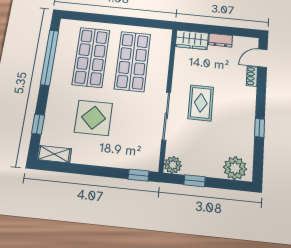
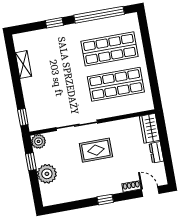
display table: (93, 118) -> (58, 68), removed
window: (38, 124) -> (54, 23), moved
window: (260, 128) -> (105, 200), moved
shelving: (54, 154) -> (23, 64), moved
plant: (235, 168) -> (47, 174), moved

